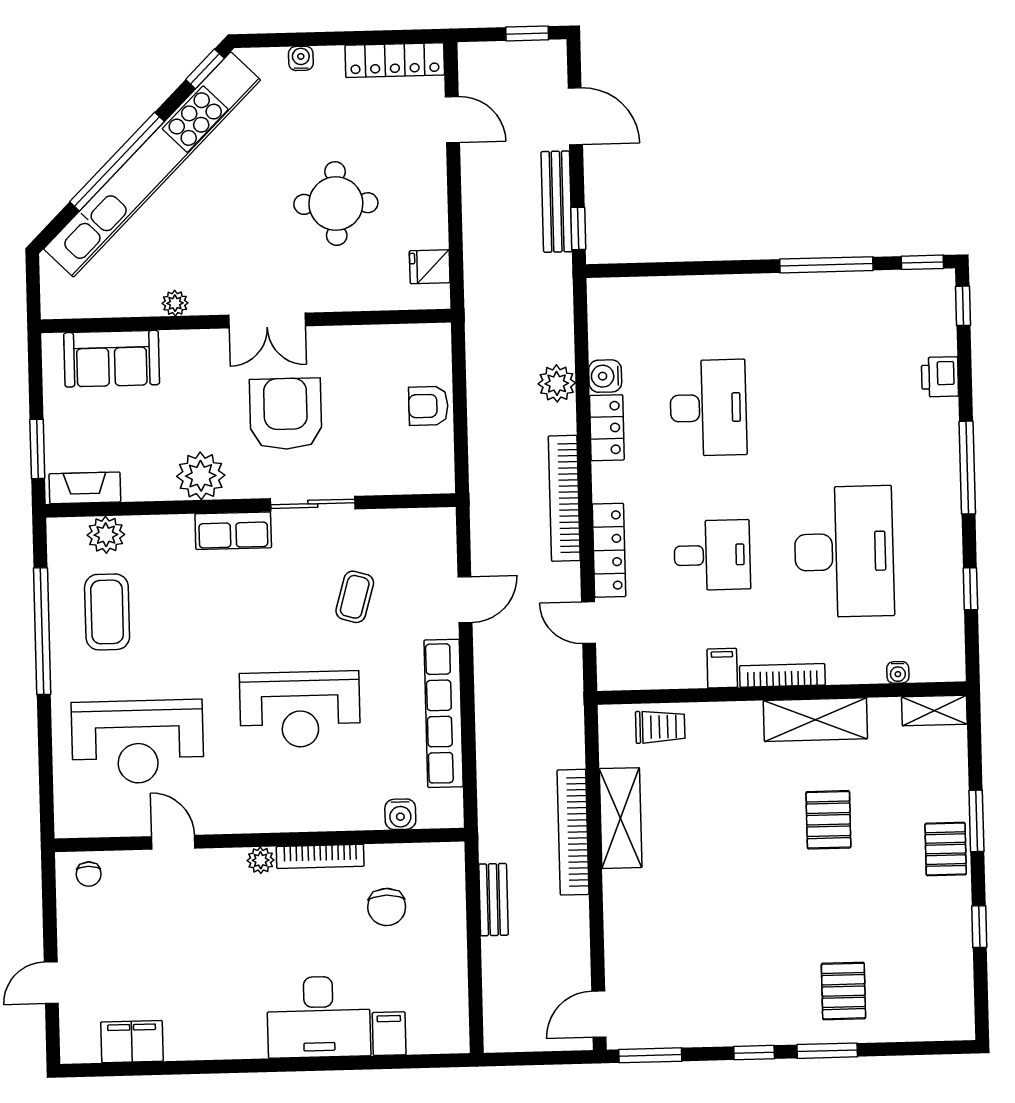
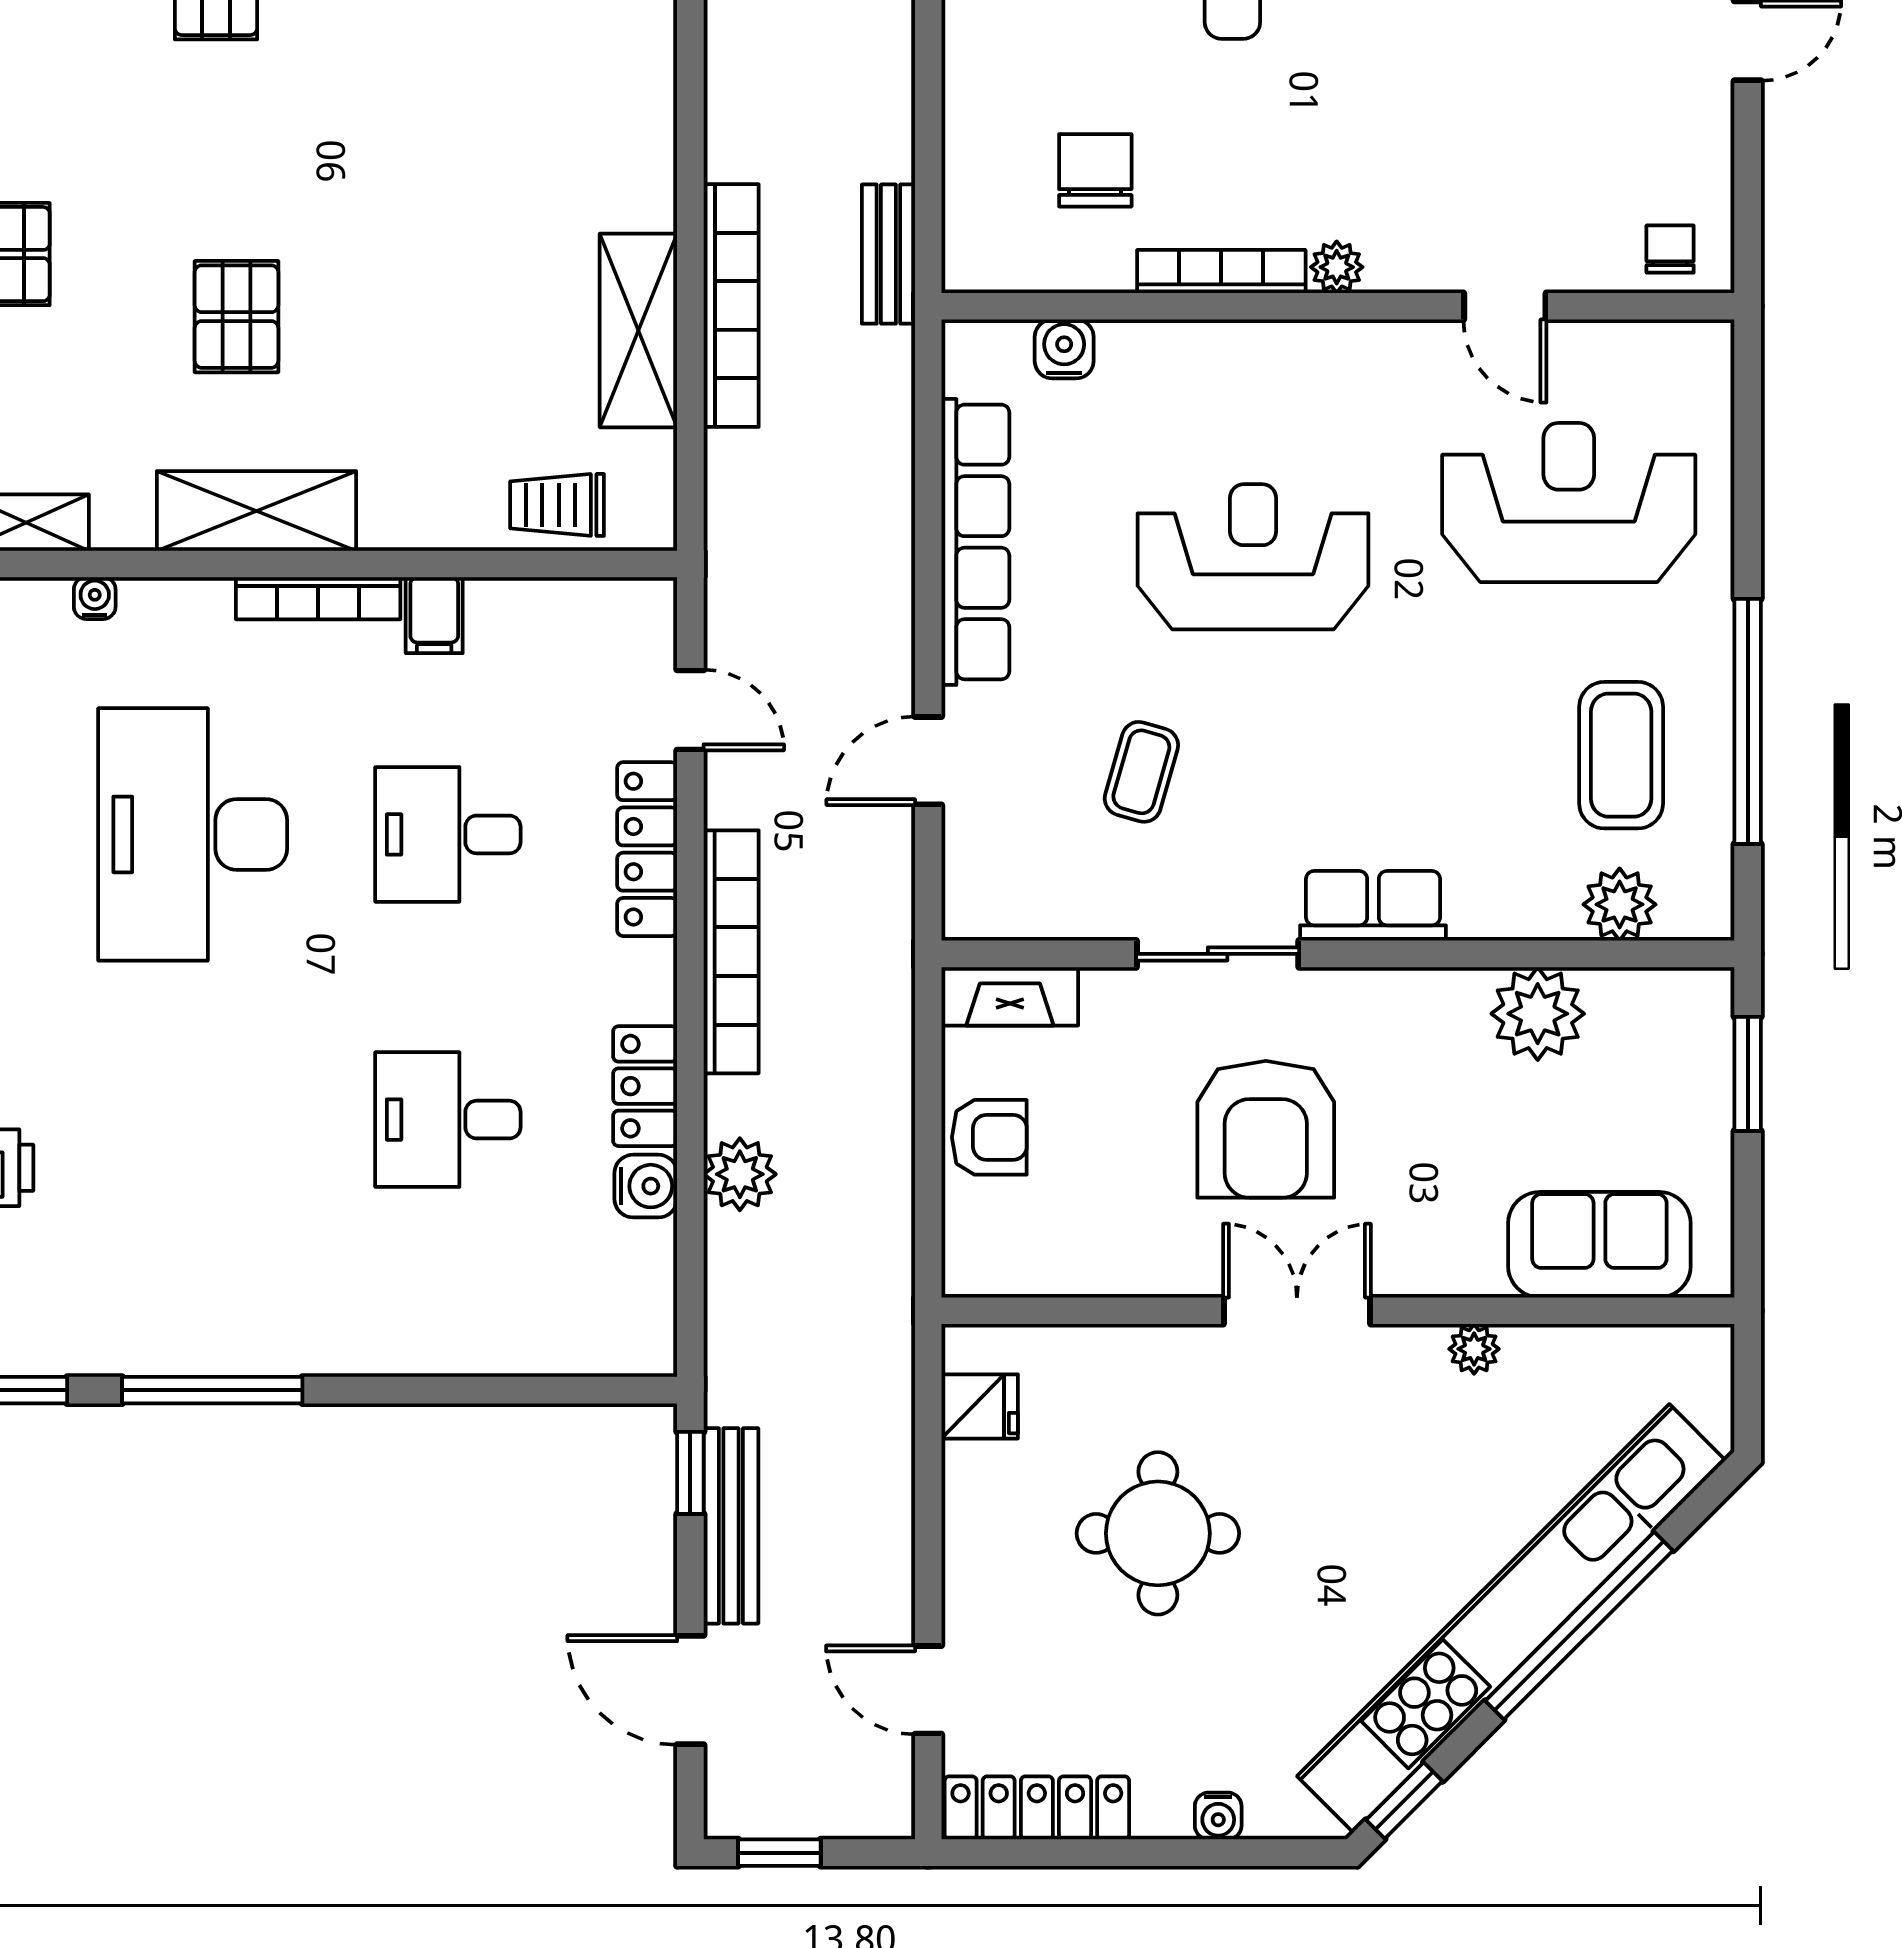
desk: (708, 408) -> (448, 1120), width x0.73
plant: (201, 476) -> (1538, 1014), moved
fireplace: (85, 488) -> (1010, 996), moved
bench: (493, 900) -> (888, 254), moved

